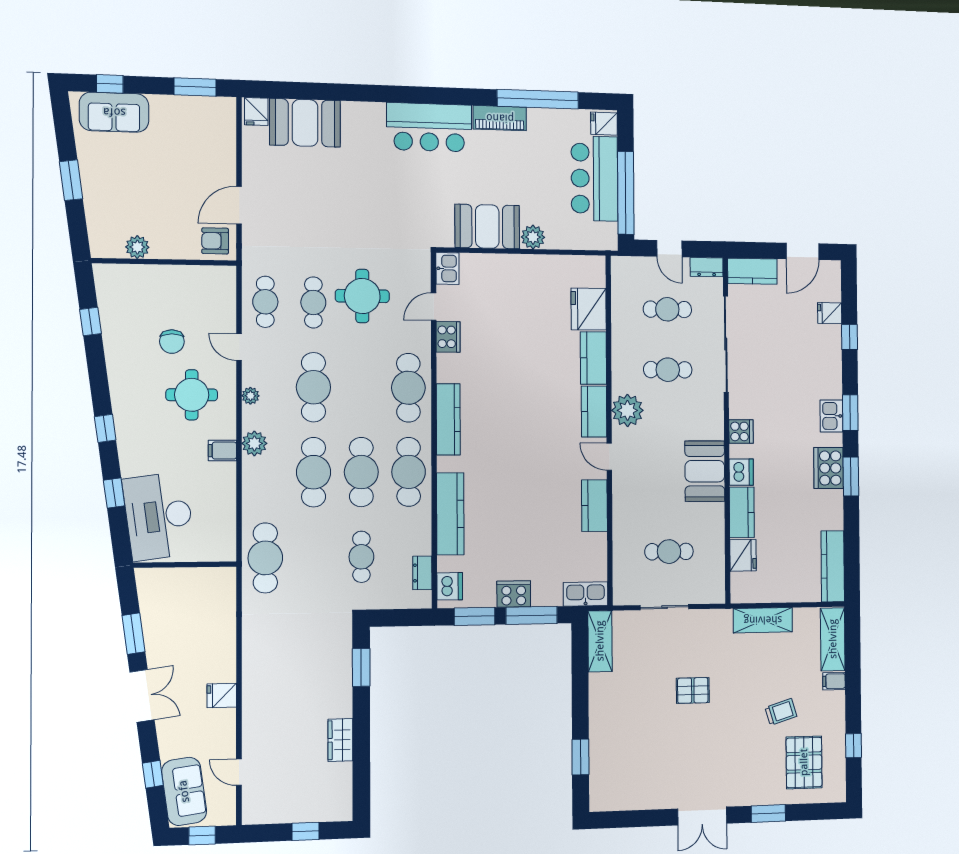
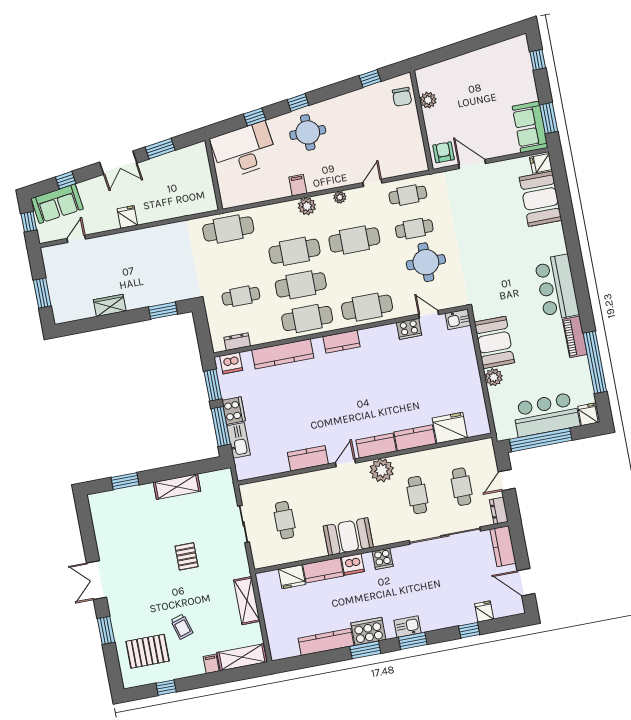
sofa: (114, 112) -> (530, 127), moved
window: (71, 180) -> (465, 47), removed
chair: (172, 342) -> (402, 97), moved, turned -90
round table: (192, 395) -> (308, 132), moved
kitchen counter: (448, 419) -> (341, 342), width x0.67
kitchen counter: (833, 566) -> (326, 642), moved
kitchen sink: (586, 594) -> (239, 440), moved
shelving: (600, 641) -> (177, 487), moved
window: (306, 831) -> (42, 293), width x1.50

